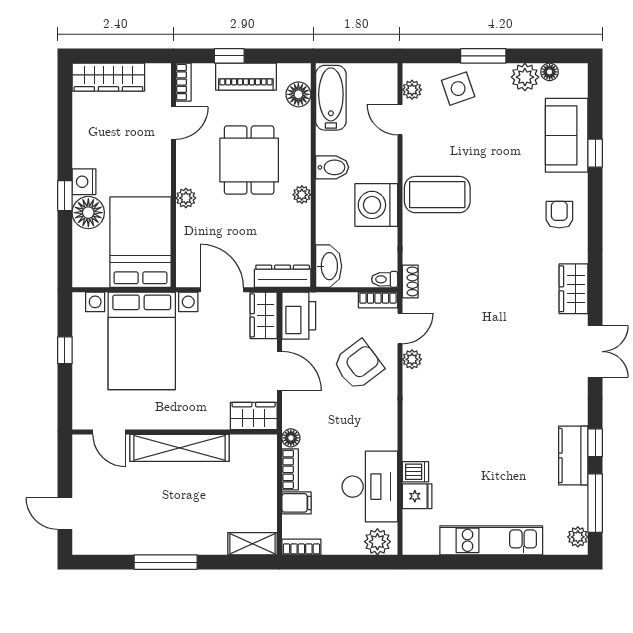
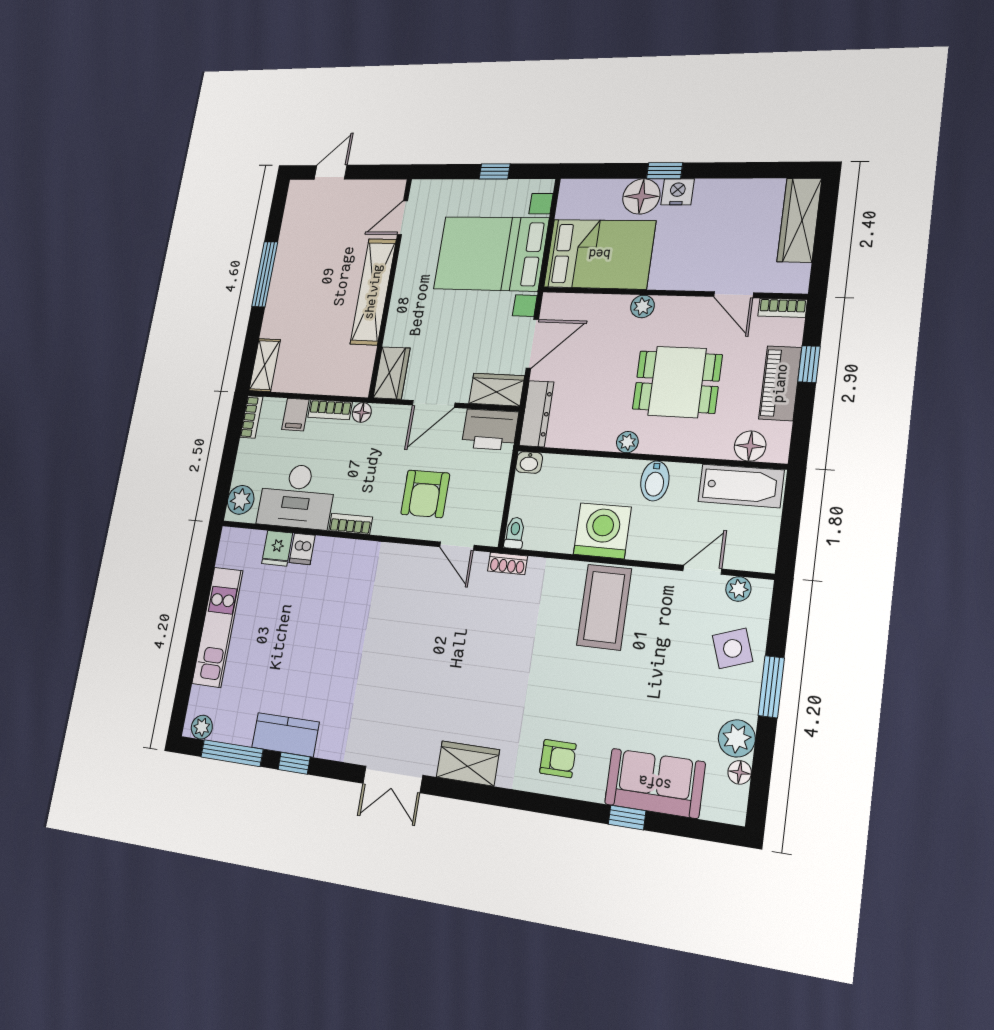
washbasin: (329, 266) -> (529, 462), width x0.52, depth x0.69
bookcase: (378, 300) -> (351, 524), moved, turned 90
plant: (412, 359) -> (421, 557), removed
armchair: (358, 365) -> (425, 494), turned 37

